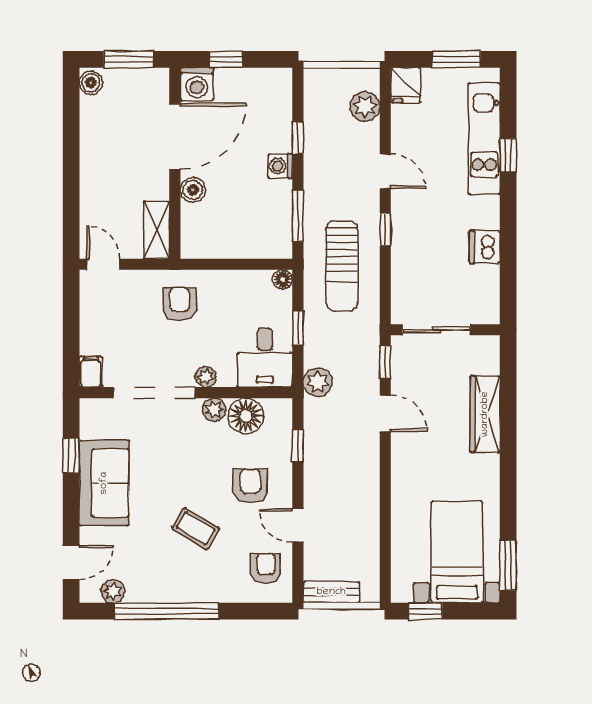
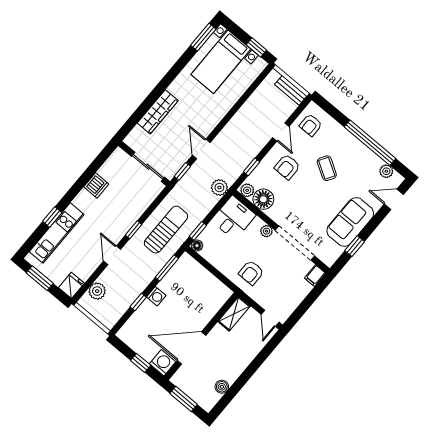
boiler: (91, 83) -> (222, 387), moved
boiler: (193, 190) -> (203, 318), removed
window: (298, 328) -> (198, 231), moved
plant: (214, 410) -> (247, 190), moved

